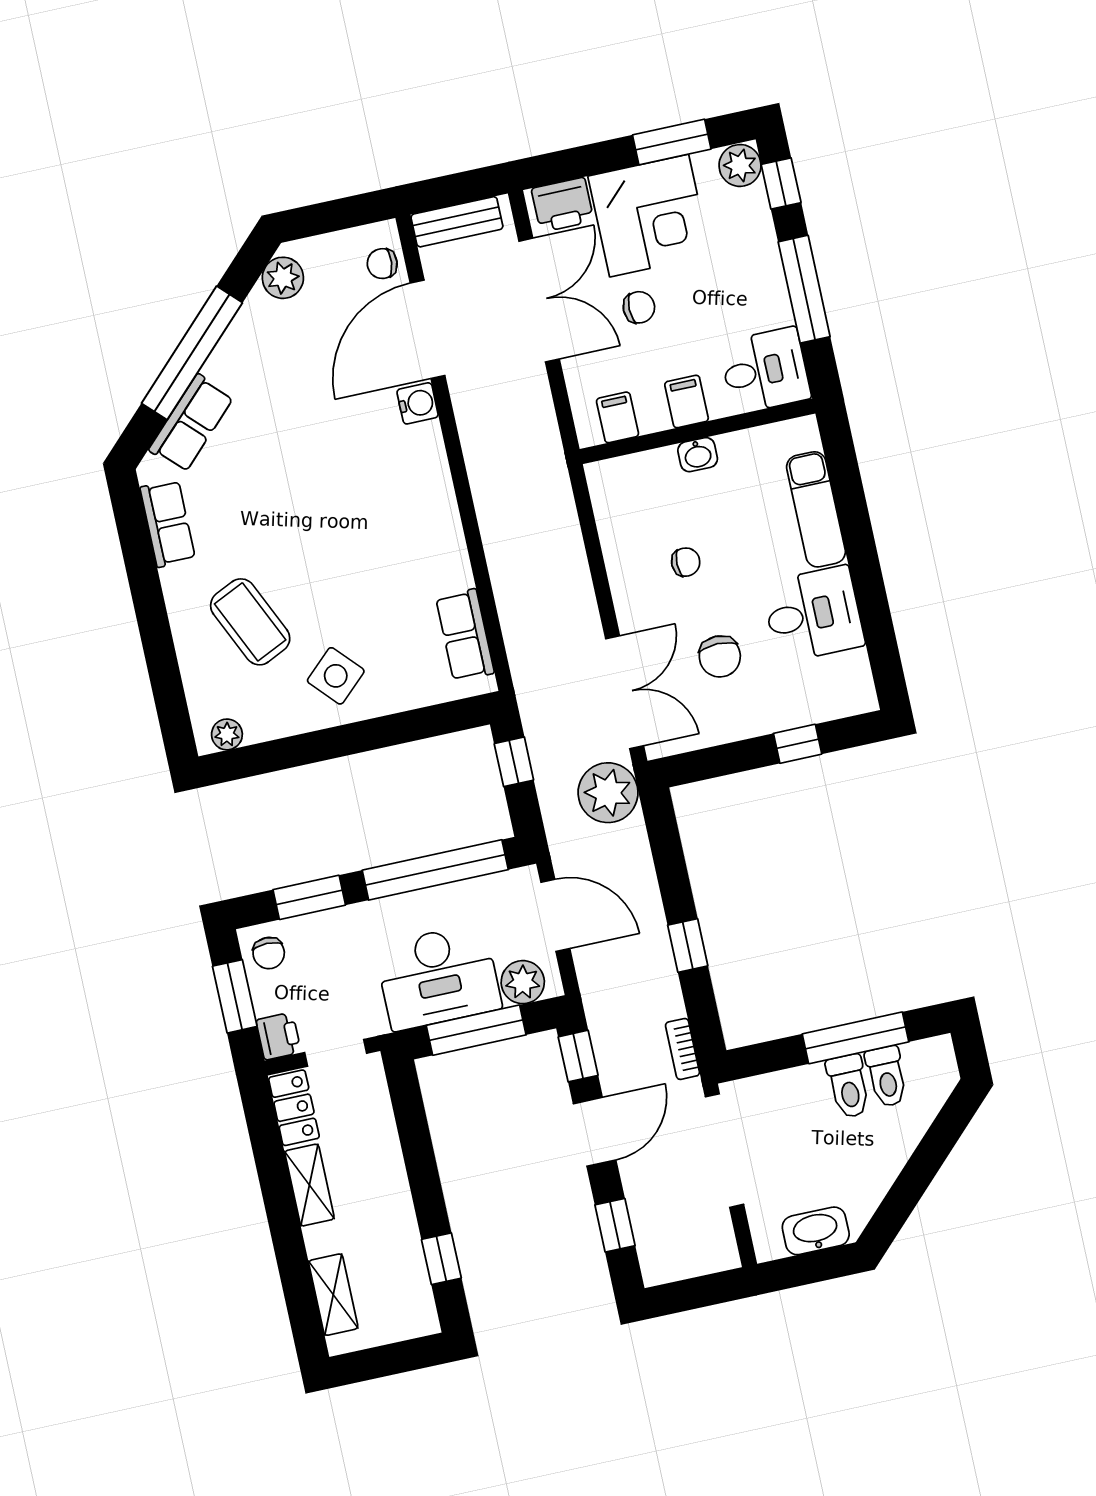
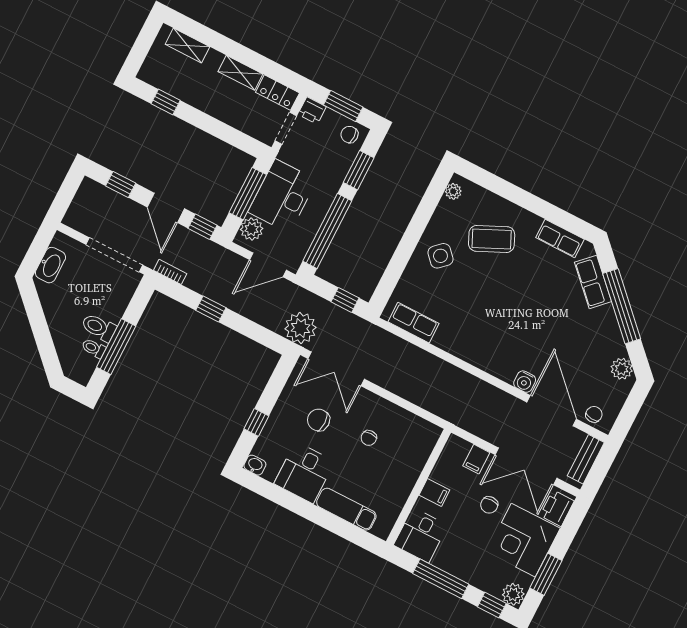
filing cabinet: (617, 417) -> (476, 459), moved, turned 90
washbasin: (698, 455) -> (255, 465), moved, turned 90
toilet: (887, 1077) -> (94, 348), width x0.73, depth x0.72

